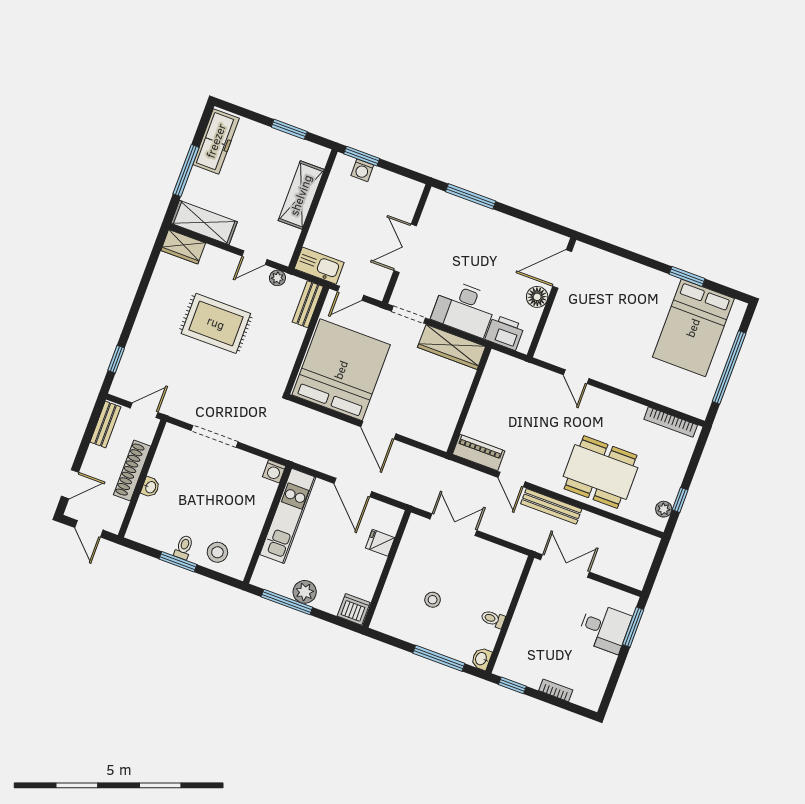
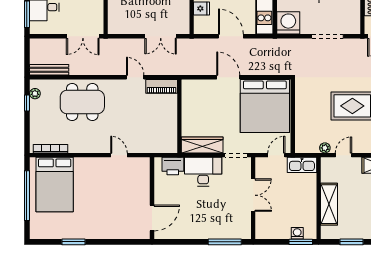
floor lamp: (537, 297) -> (161, 195), removed
bench: (308, 304) -> (300, 139), removed
bed: (693, 328) -> (55, 185), moved, turned 180
washing machine: (274, 471) -> (288, 23), width x1.89, depth x1.89
bench: (551, 506) -> (49, 70), moved

